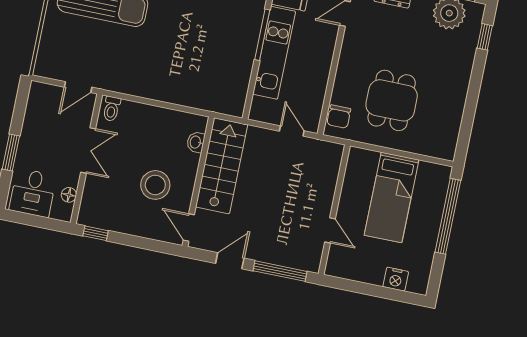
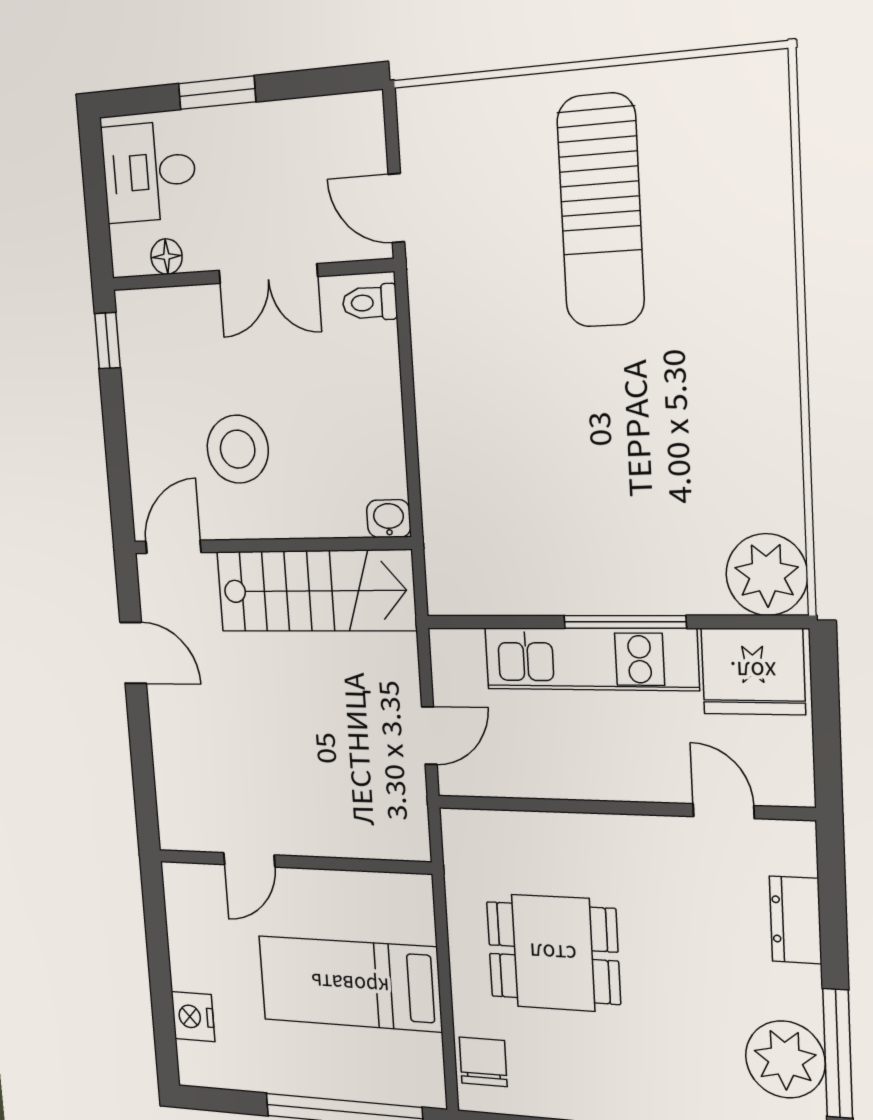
chair: (339, 117) -> (483, 1062), moved, turned 90
washbasin: (196, 142) -> (389, 519), moved
window: (280, 271) -> (143, 766), removed

